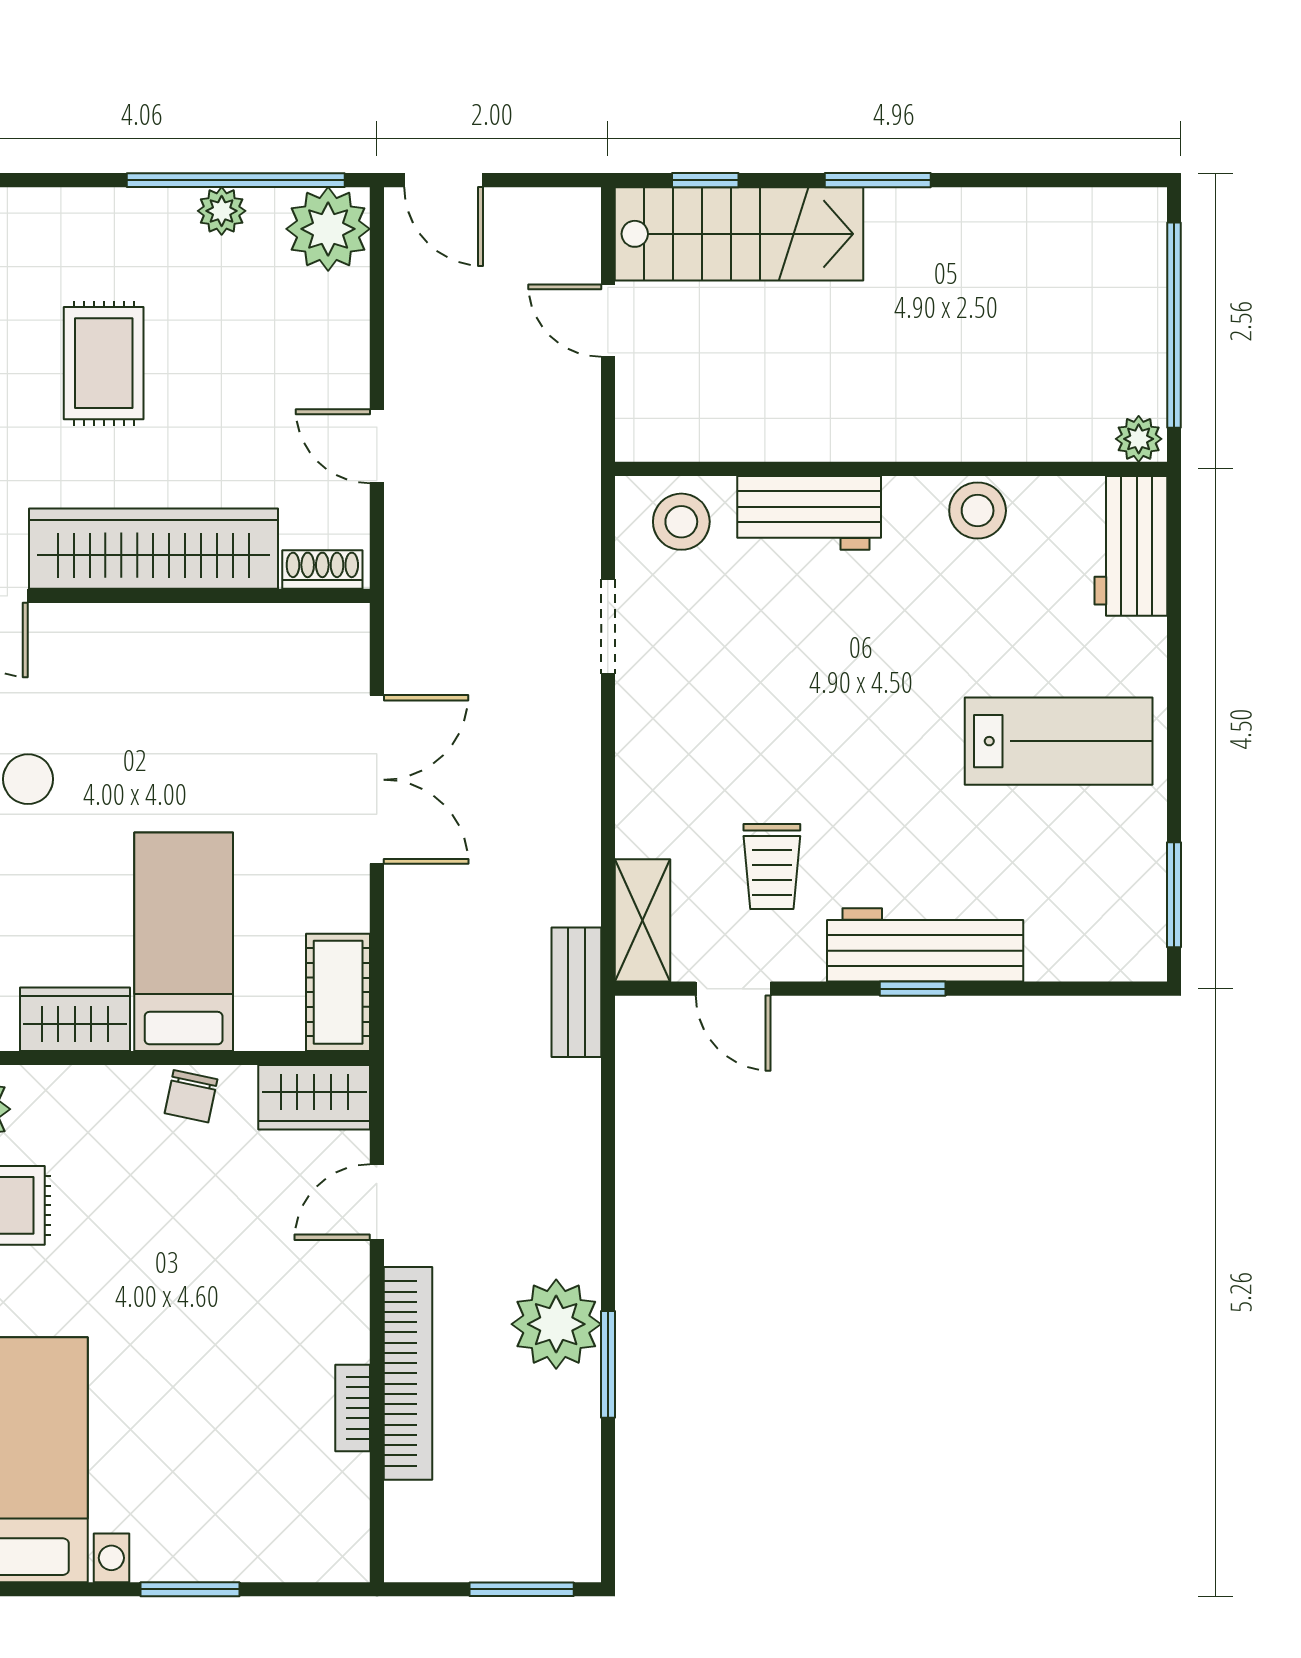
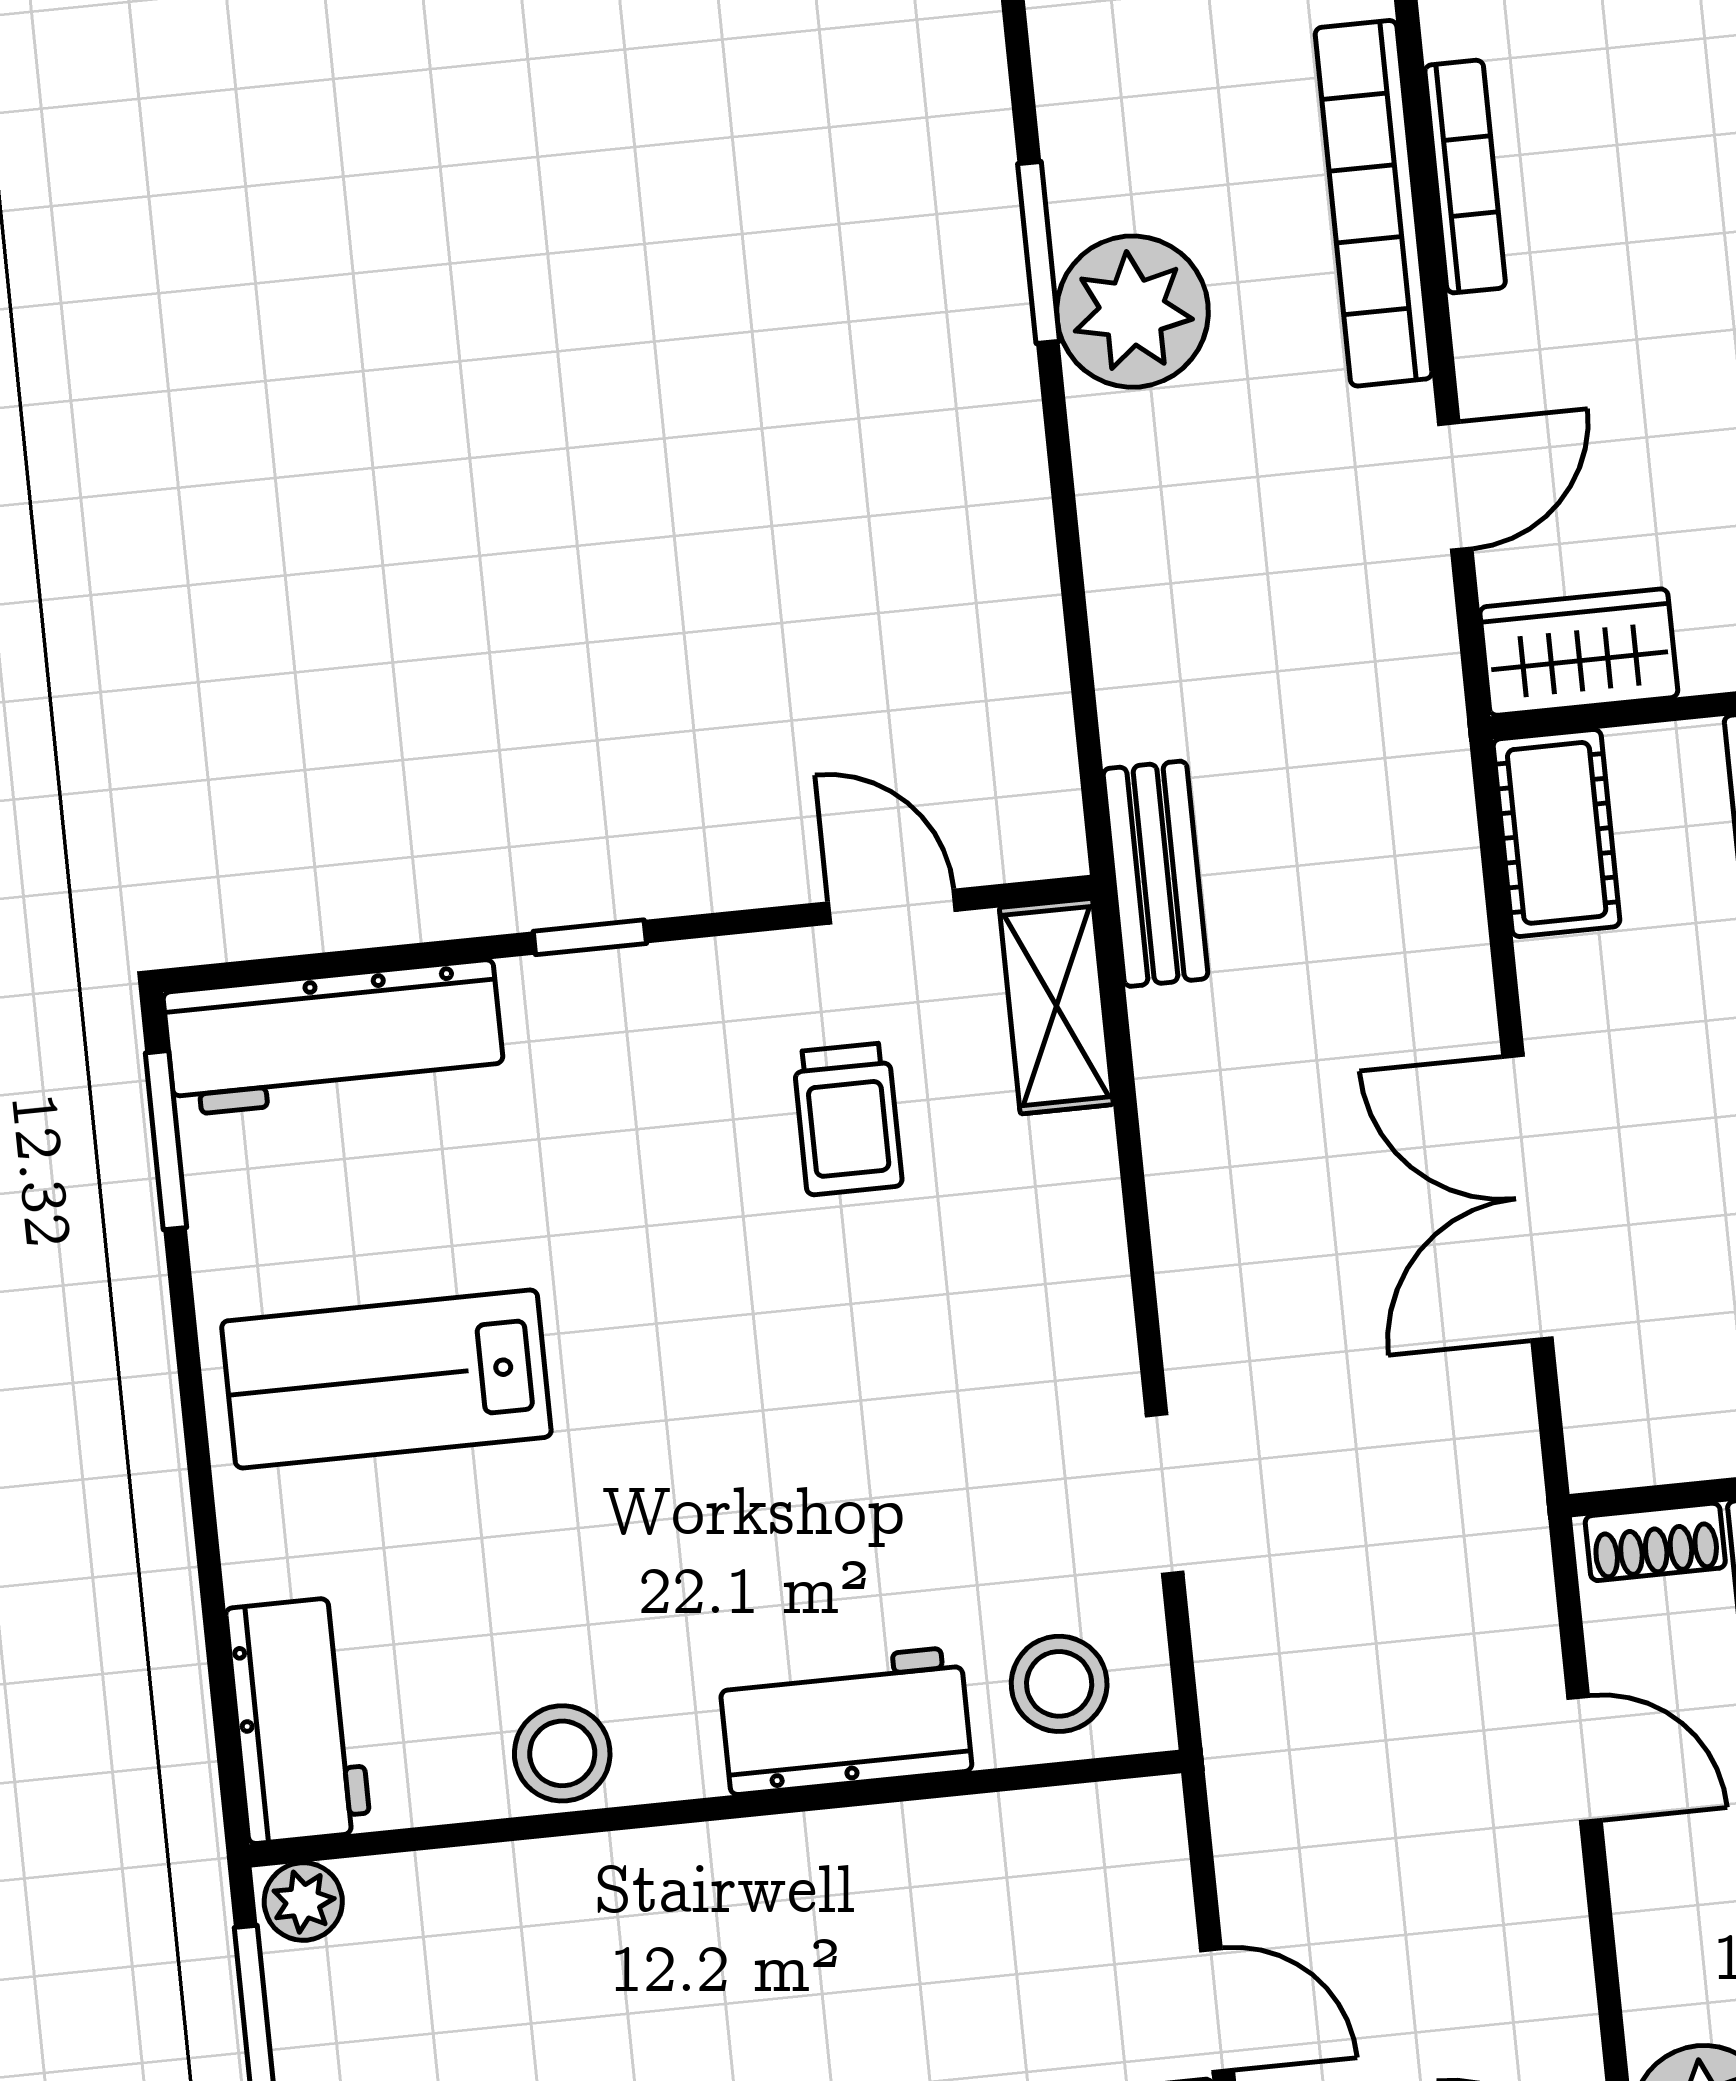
trolley: (772, 867) -> (848, 1119), turned 180
workbench: (925, 945) -> (334, 1038), moved
bookcase: (353, 1408) -> (1465, 177), width x1.56

